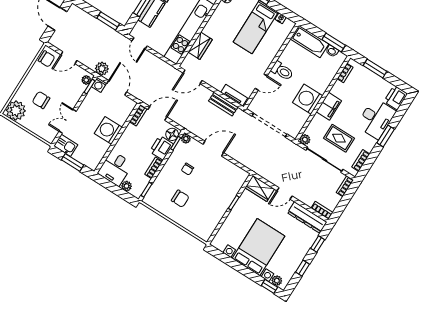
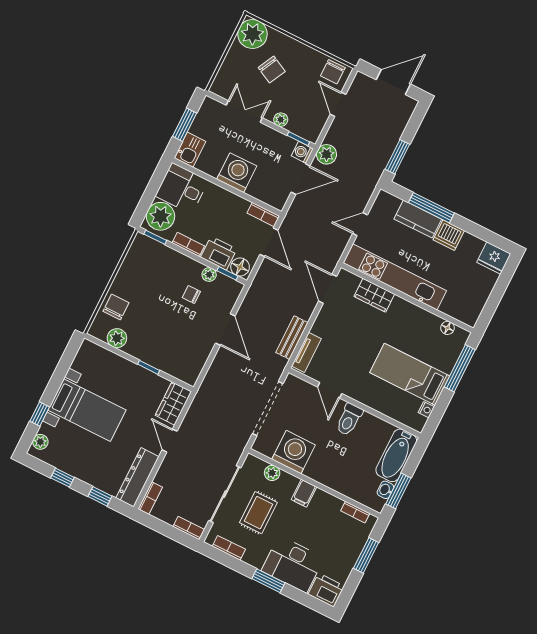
door: (139, 43) -> (360, 224), moved
plant: (86, 80) -> (281, 120), moved
washing machine: (308, 99) -> (294, 452), moved
chair: (41, 100) -> (272, 70), turned 117
filing cabinet: (329, 106) -> (304, 493), width x0.50
plant: (186, 139) -> (209, 275), moved
plant: (305, 140) -> (272, 473), moved
kitchen sink: (66, 145) -> (190, 150), moved
plant: (127, 186) -> (161, 216), width x1.87, depth x1.87
chair: (180, 199) -> (116, 307), moved, turned 180
plant: (212, 222) -> (117, 338), added
bed with nightstands: (258, 247) -> (87, 410), width x0.73
window: (269, 286) -> (40, 414), moved

